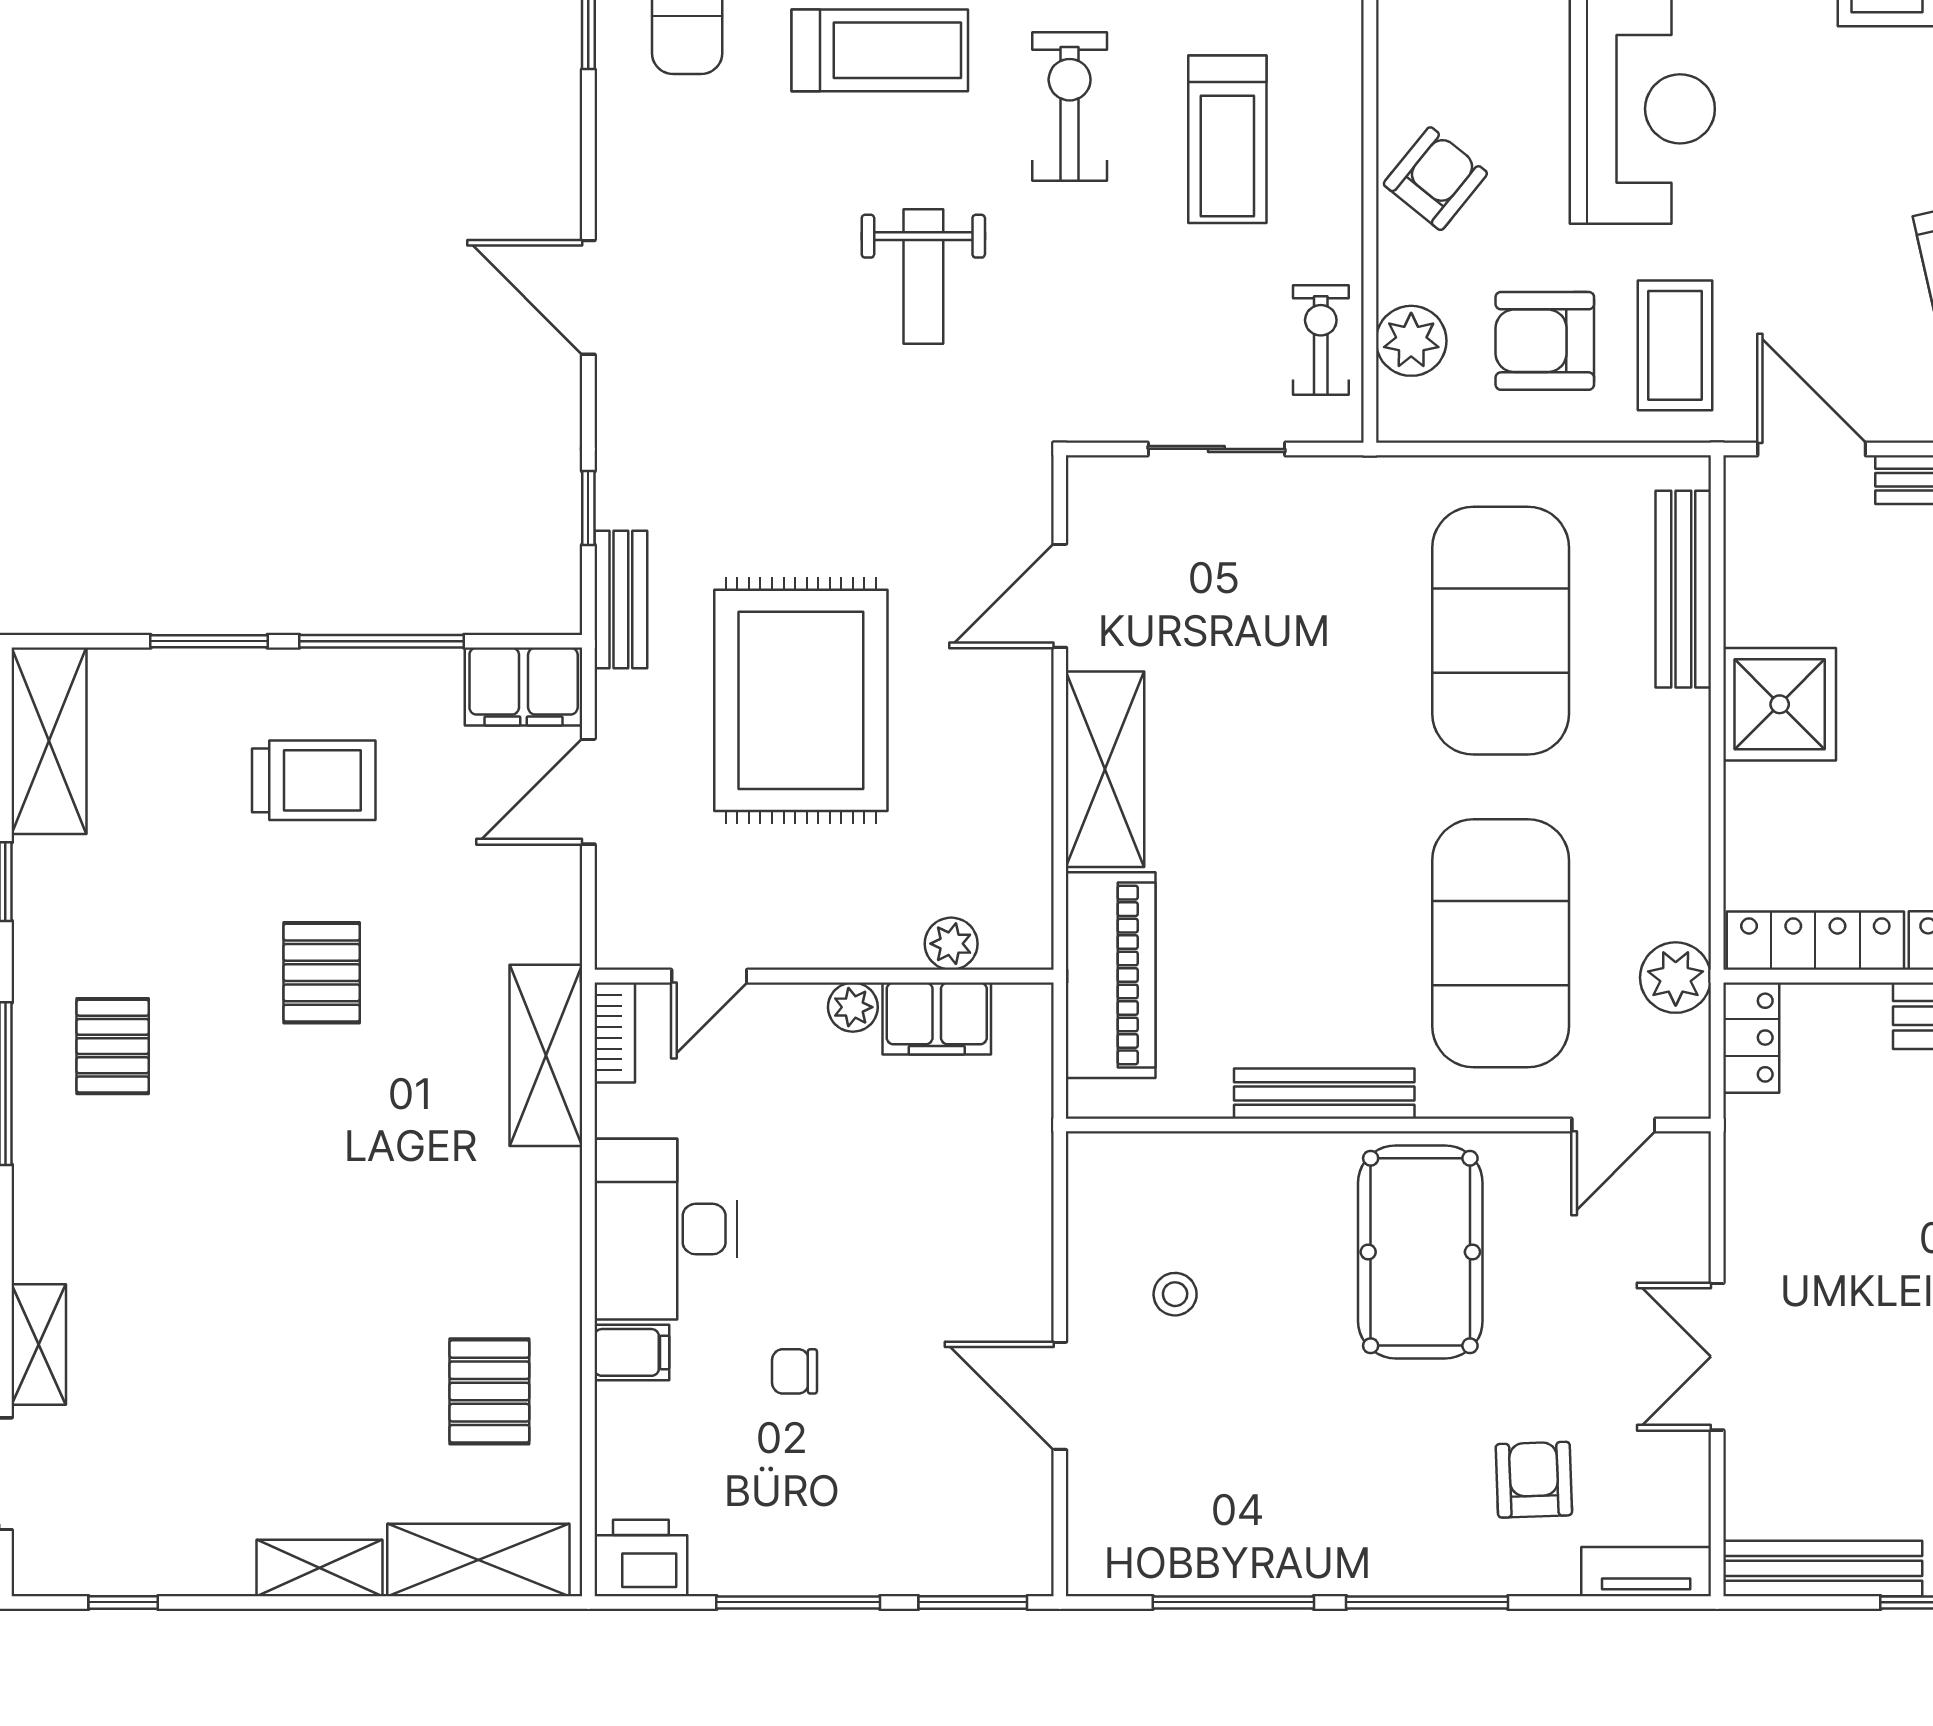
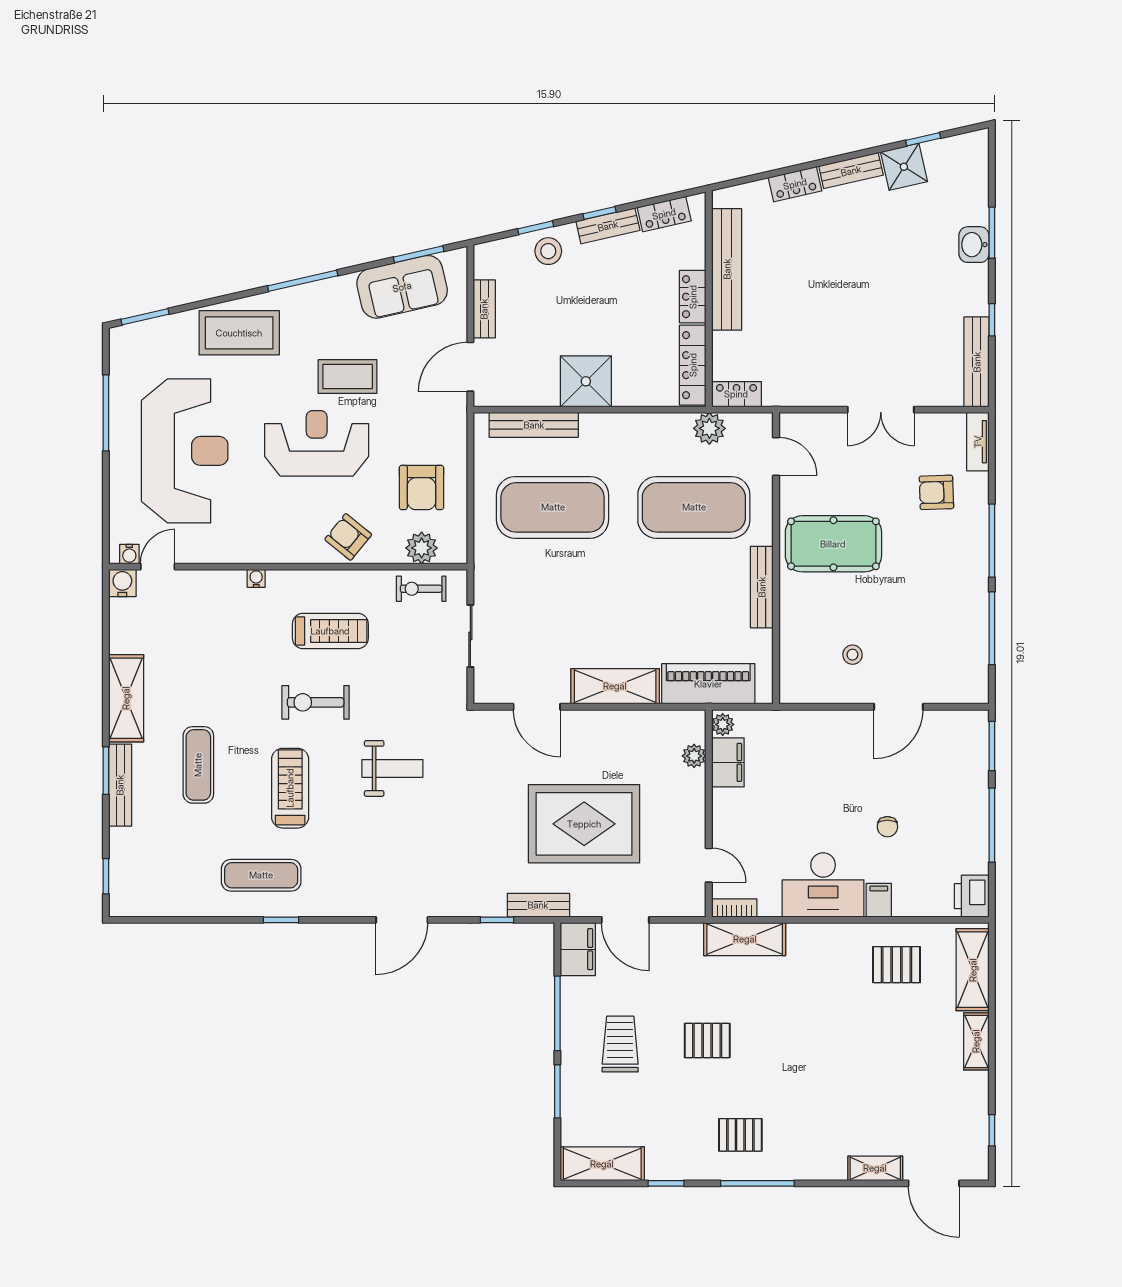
coffee table: (1675, 345) -> (348, 377), moved
plant: (853, 1007) -> (723, 724), moved

